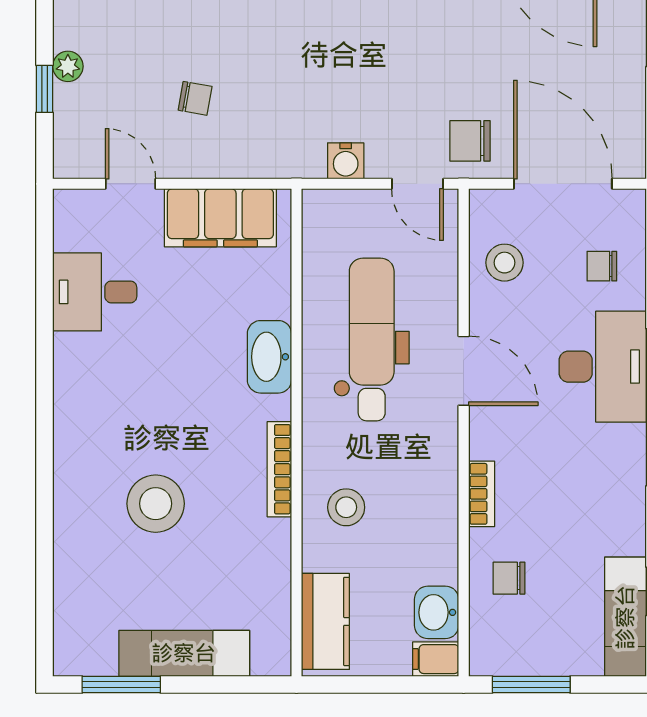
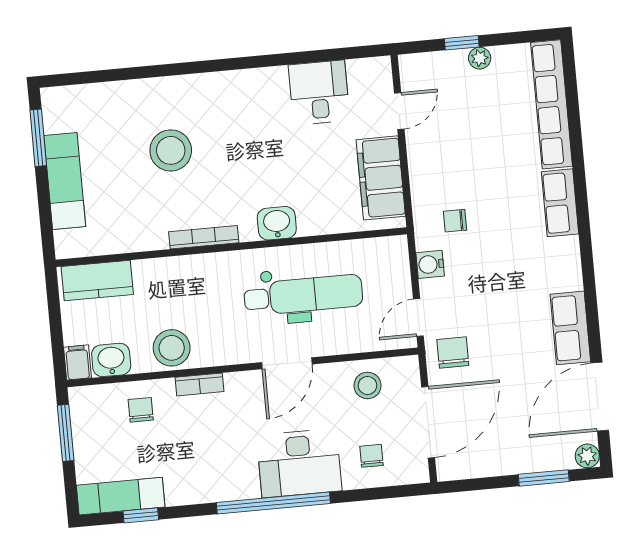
chair: (195, 98) -> (455, 221), moved, turned 80
washbasin: (269, 357) -> (277, 223), width x0.72
stool: (346, 507) -> (172, 348), moved, width x1.38, depth x1.38

